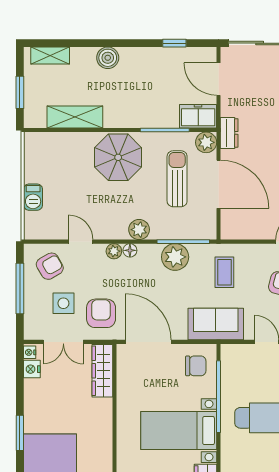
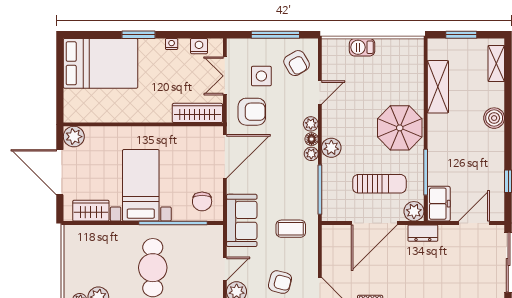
plant: (175, 257) -> (311, 154), moved, width x0.53, depth x0.53
nightstand: (30, 352) -> (172, 44), moved

